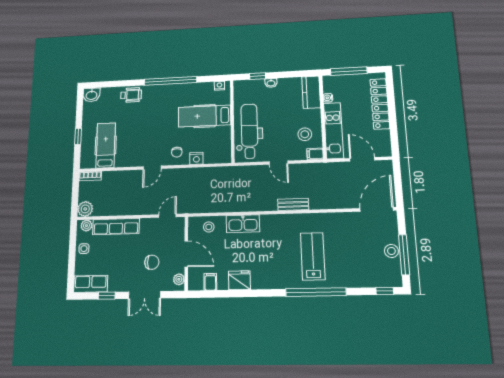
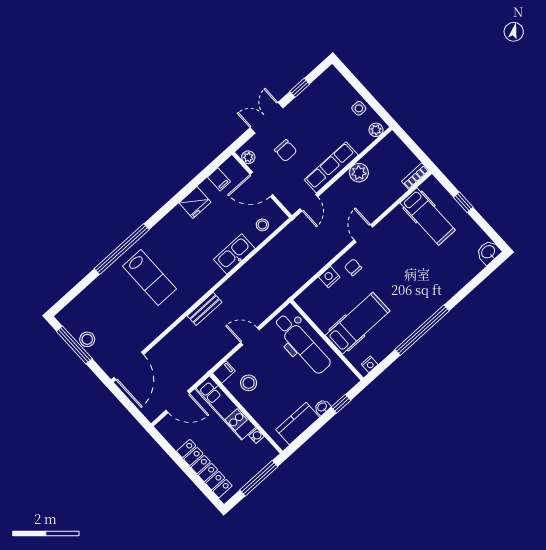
kitchen counter: (311, 92) -> (298, 423), moved, turned -90
wheelchair: (131, 95) -> (448, 285), removed
plant: (85, 209) -> (359, 173), moved
row of seats: (116, 227) -> (331, 167), moved
chair: (152, 262) -> (286, 151), turned -90
row of seats: (91, 284) -> (324, 85), removed
window: (385, 291) -> (66, 300), removed

